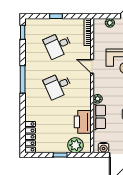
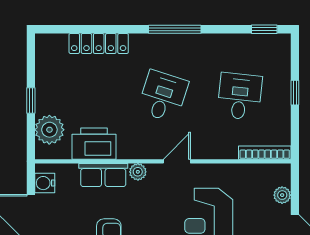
desk: (58, 45) -> (240, 96), turned 30
door: (92, 66) -> (177, 161), moved
desk: (58, 86) -> (163, 96), turned 42
locker: (30, 137) -> (99, 43), moved

